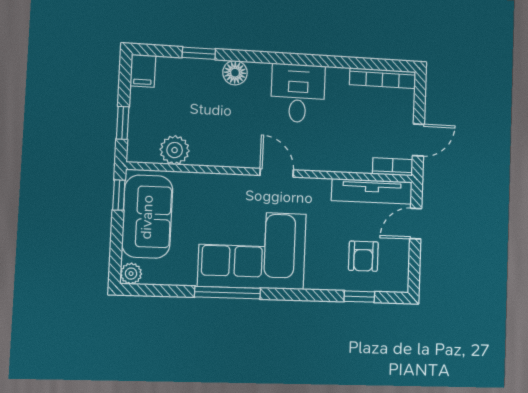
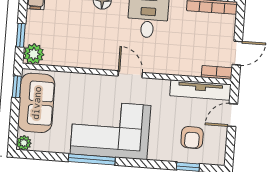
plant: (175, 150) -> (34, 54), moved

